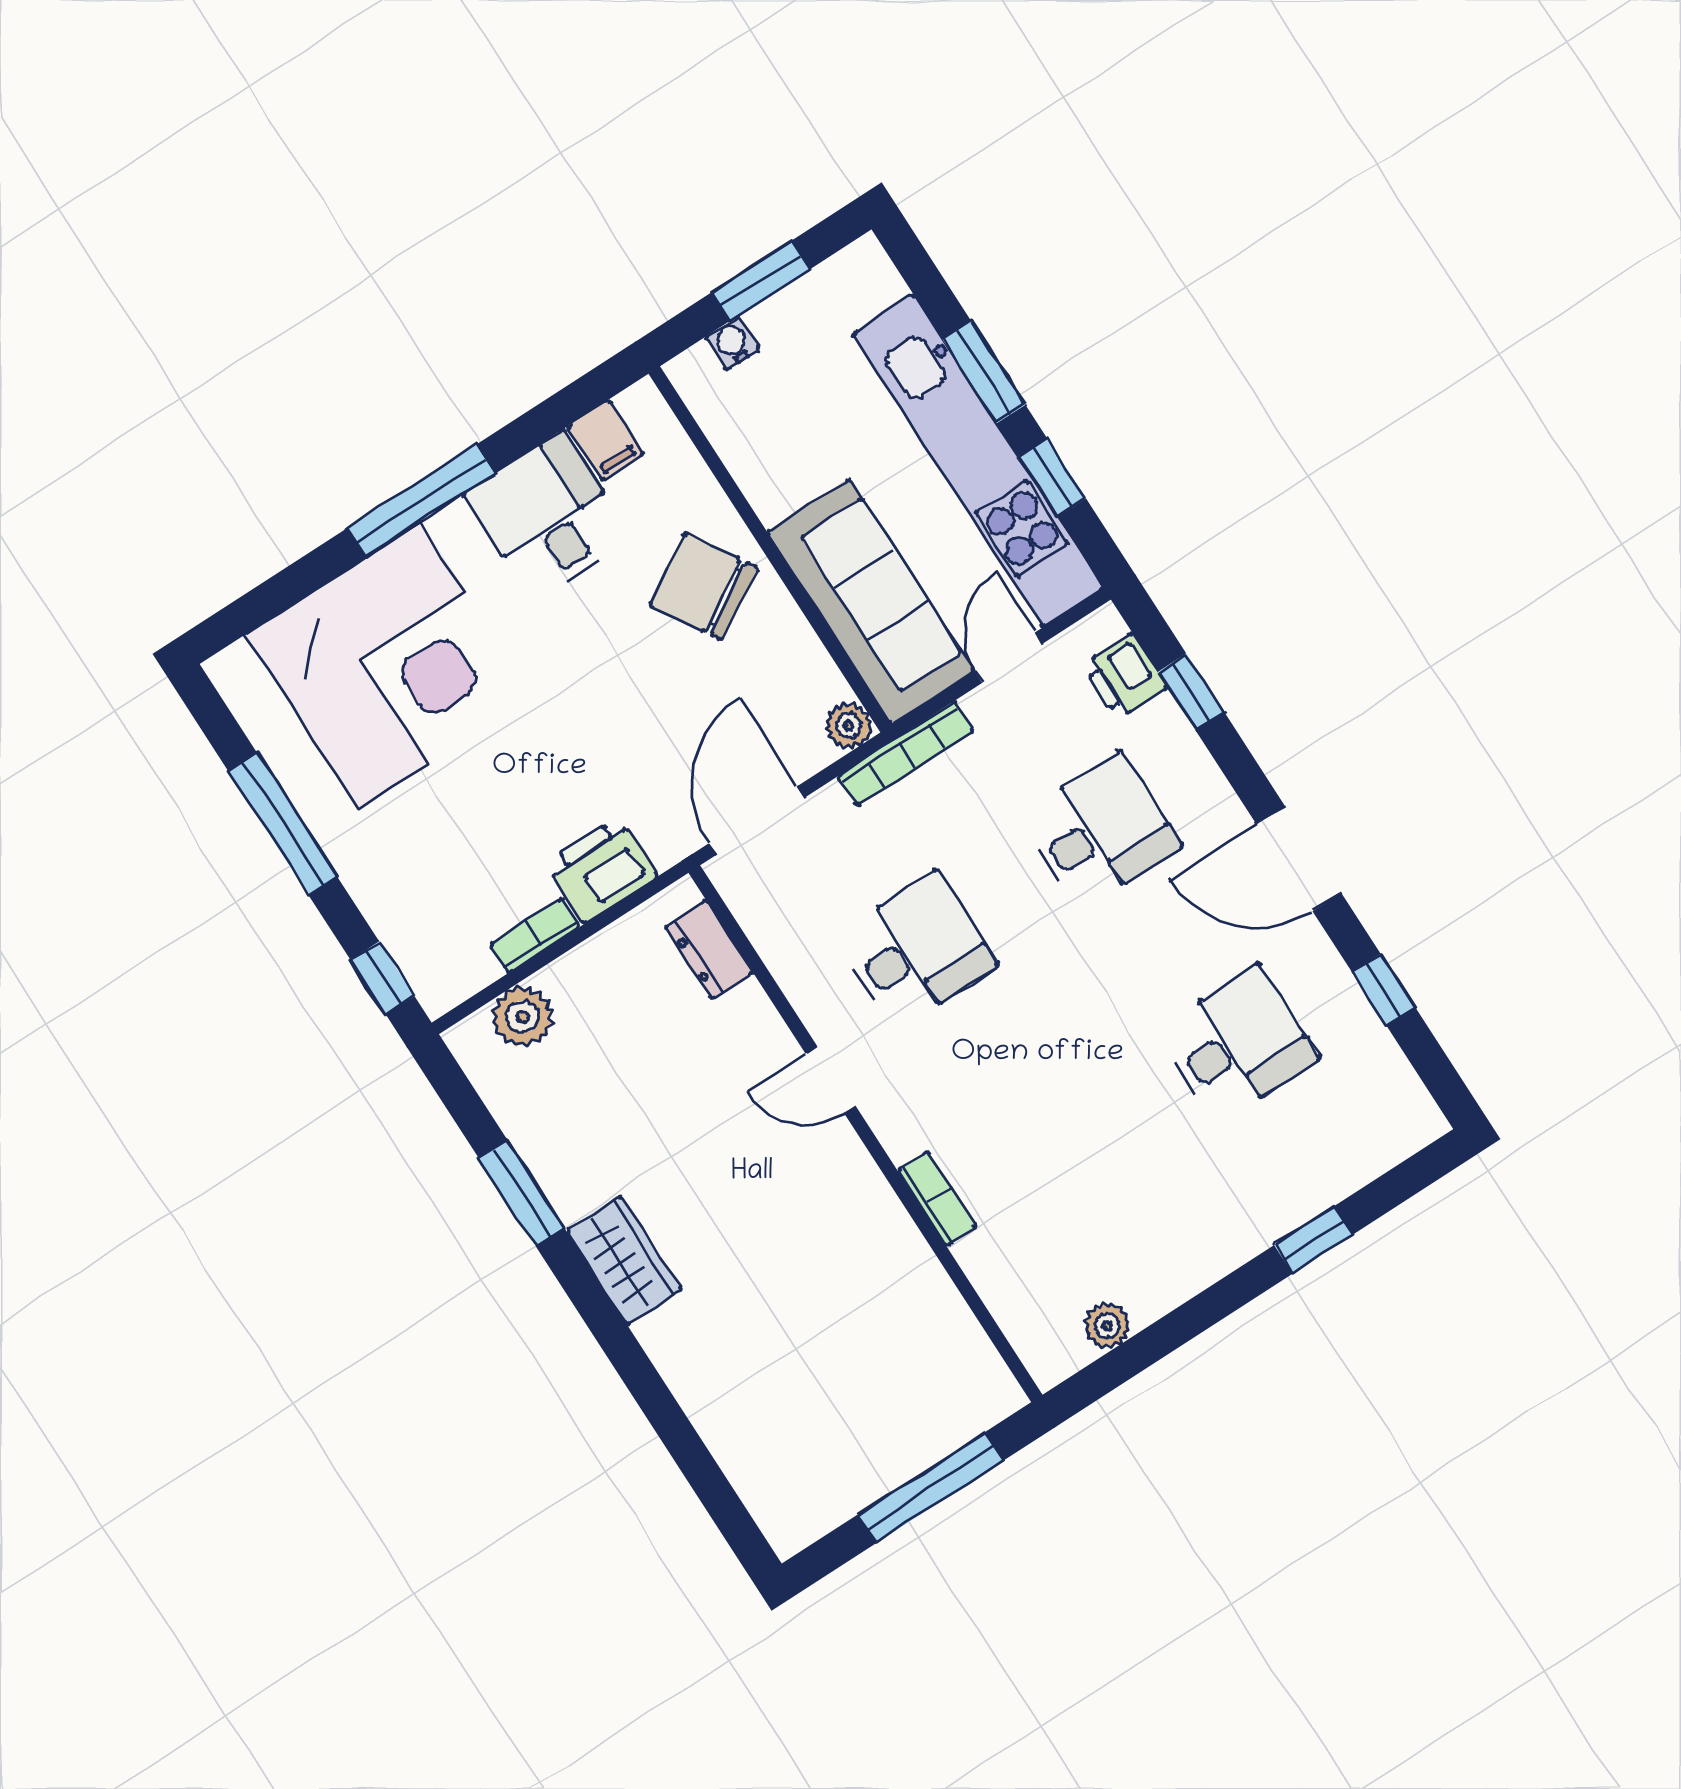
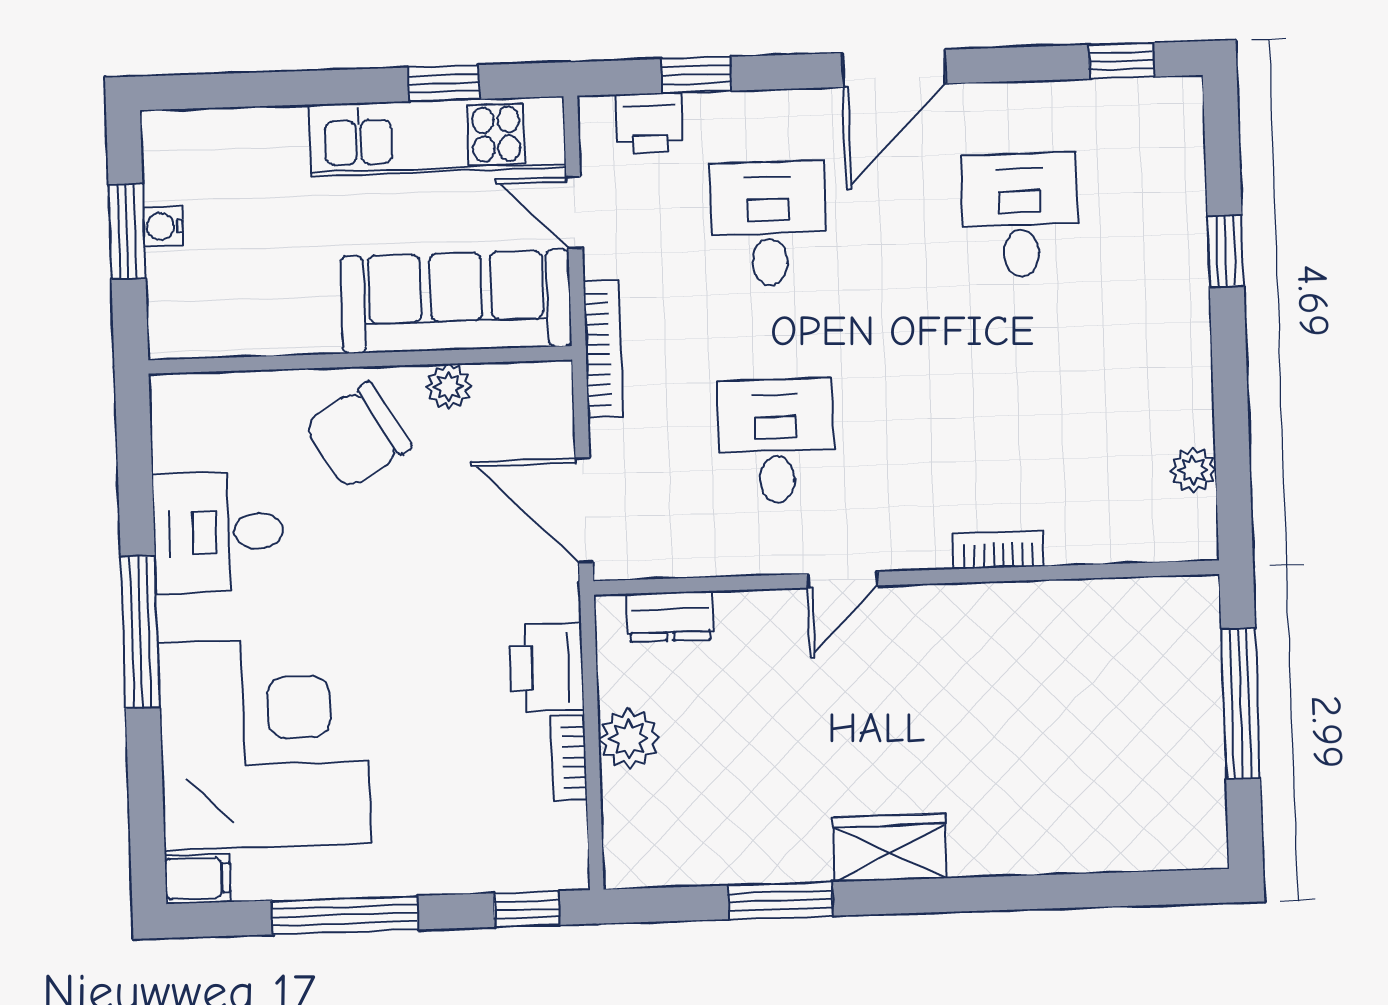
water cooler: (733, 343) -> (163, 226), moved
window: (984, 372) -> (319, 87), removed
filing cabinet: (605, 440) -> (198, 878), moved
kitchen unit: (978, 461) -> (437, 136), width x0.73
plant: (849, 726) -> (449, 387), moved
window: (1384, 990) -> (1122, 61), moved
plant: (523, 1017) -> (629, 739), moved

